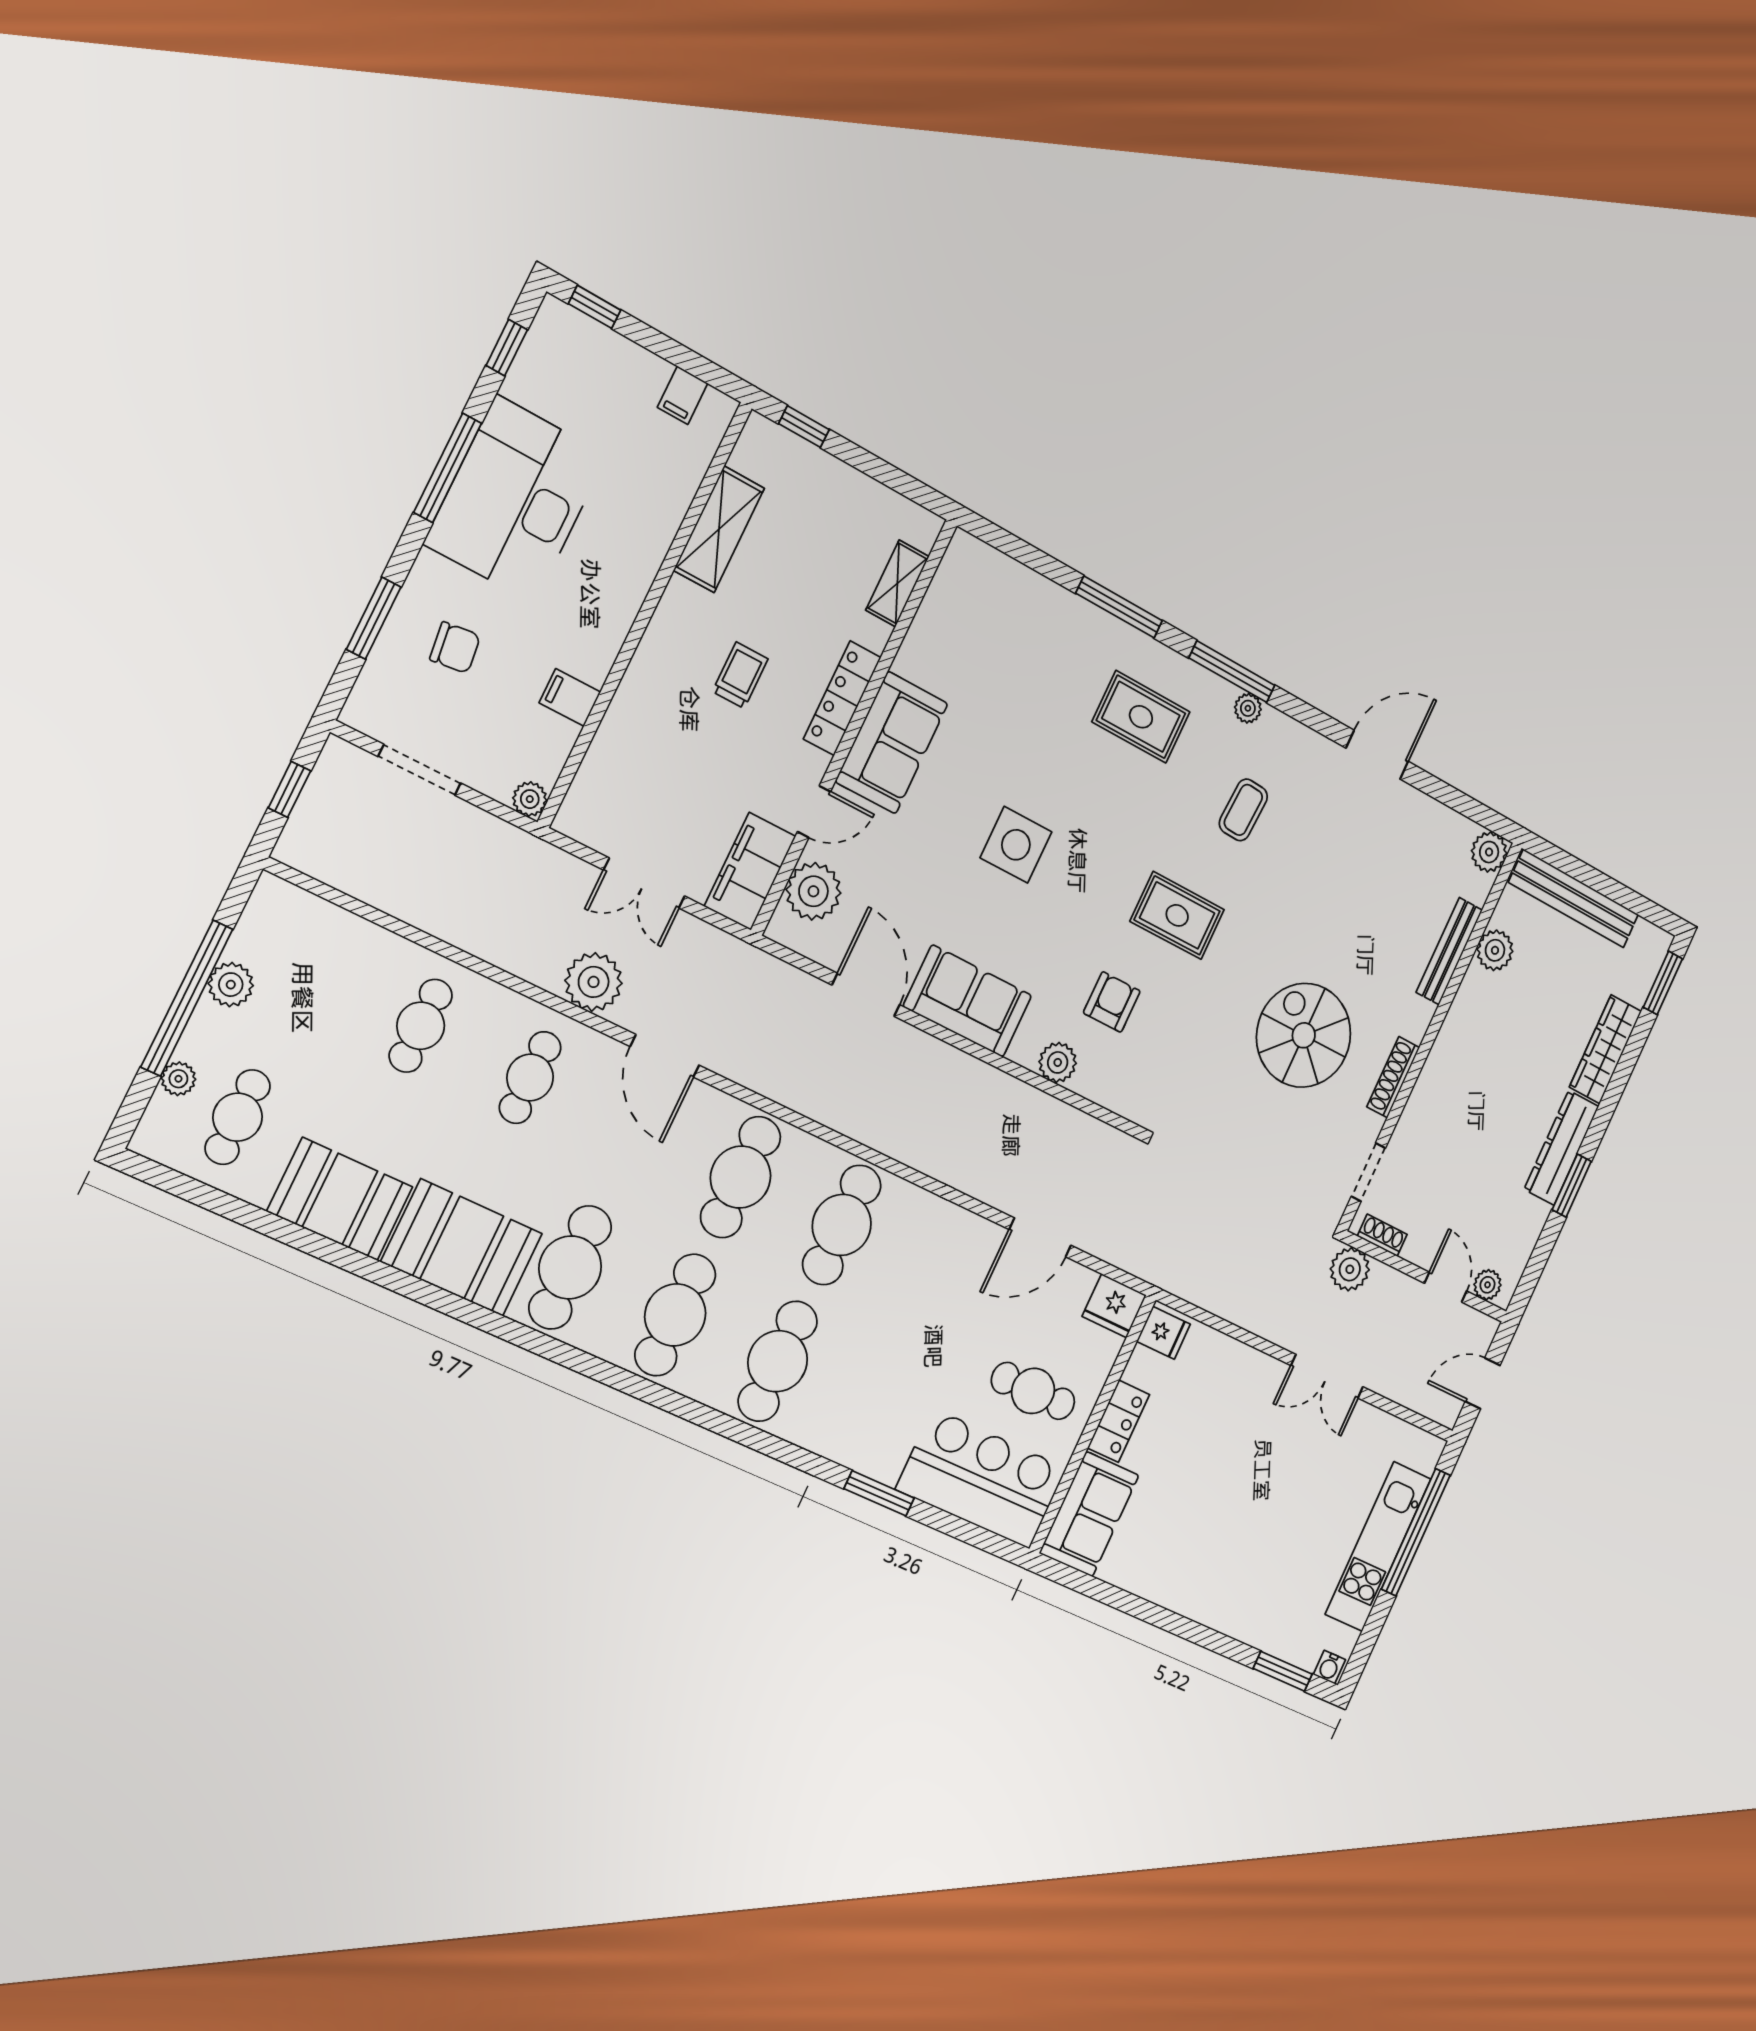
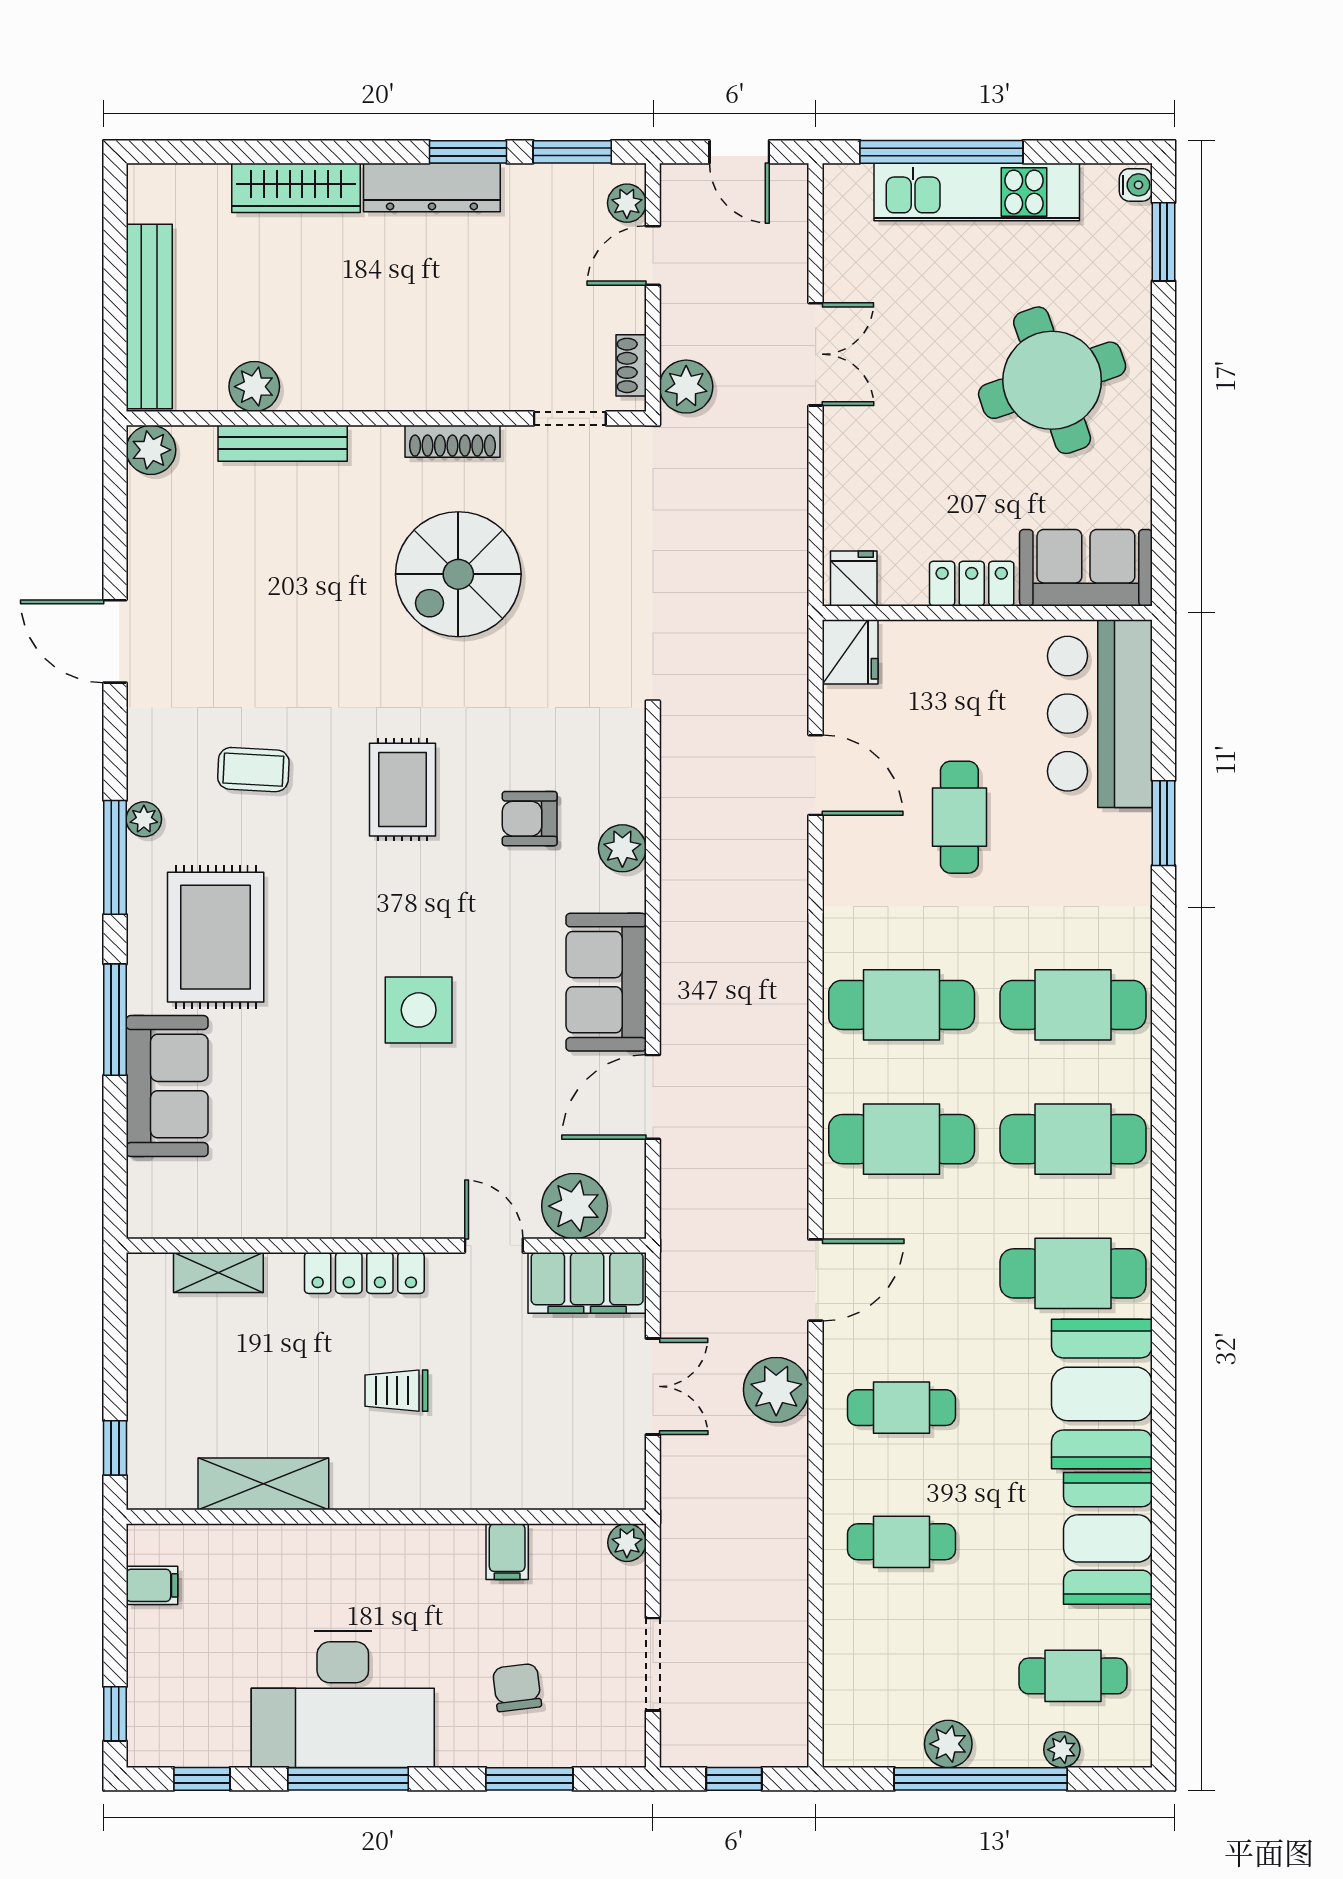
rug: (1141, 717) -> (216, 937), width x1.36, depth x1.43
sofa: (892, 743) -> (167, 1086), moved, turned 90
window: (1663, 983) -> (572, 152), moved
cafe table: (1033, 1391) -> (959, 817), moved
round table: (1229, 1546) -> (1052, 380), added

